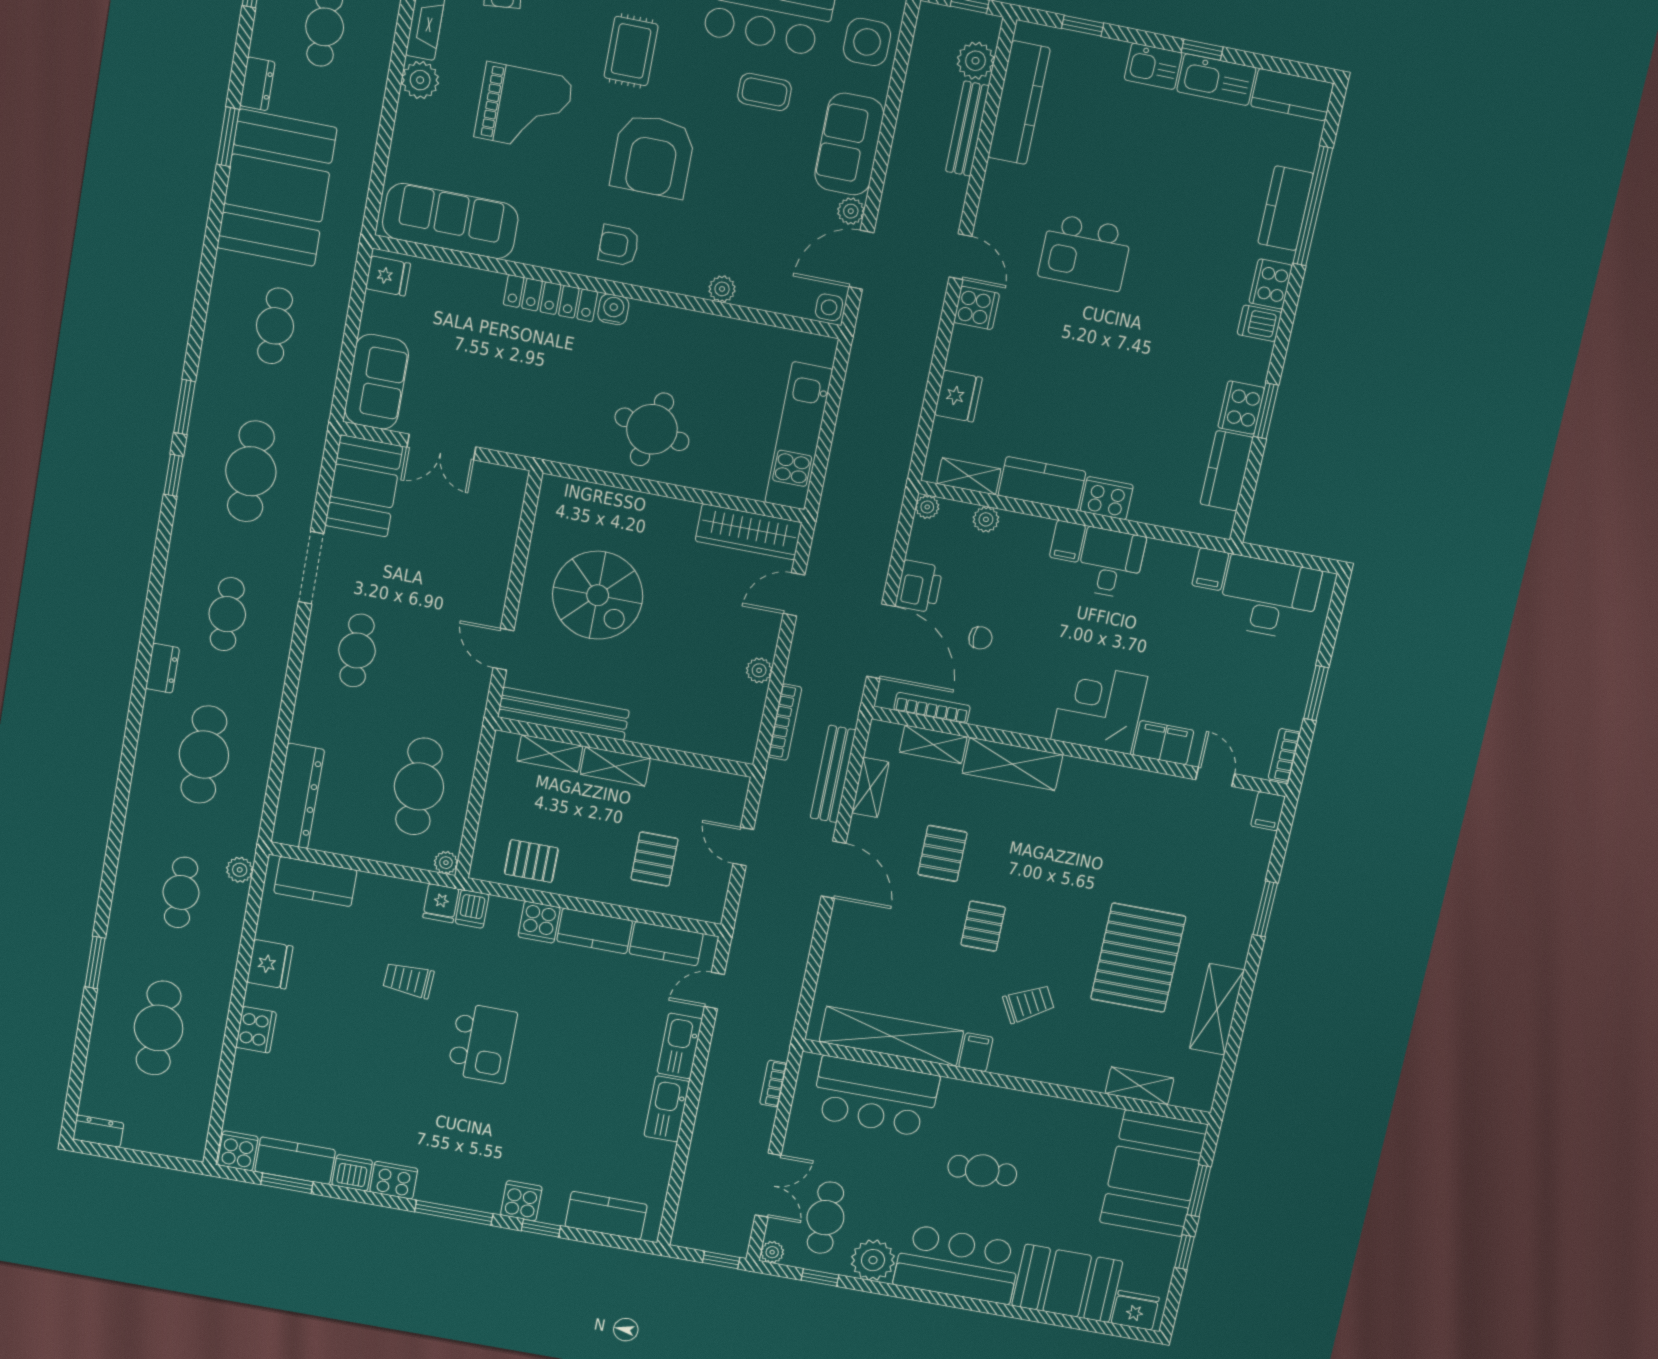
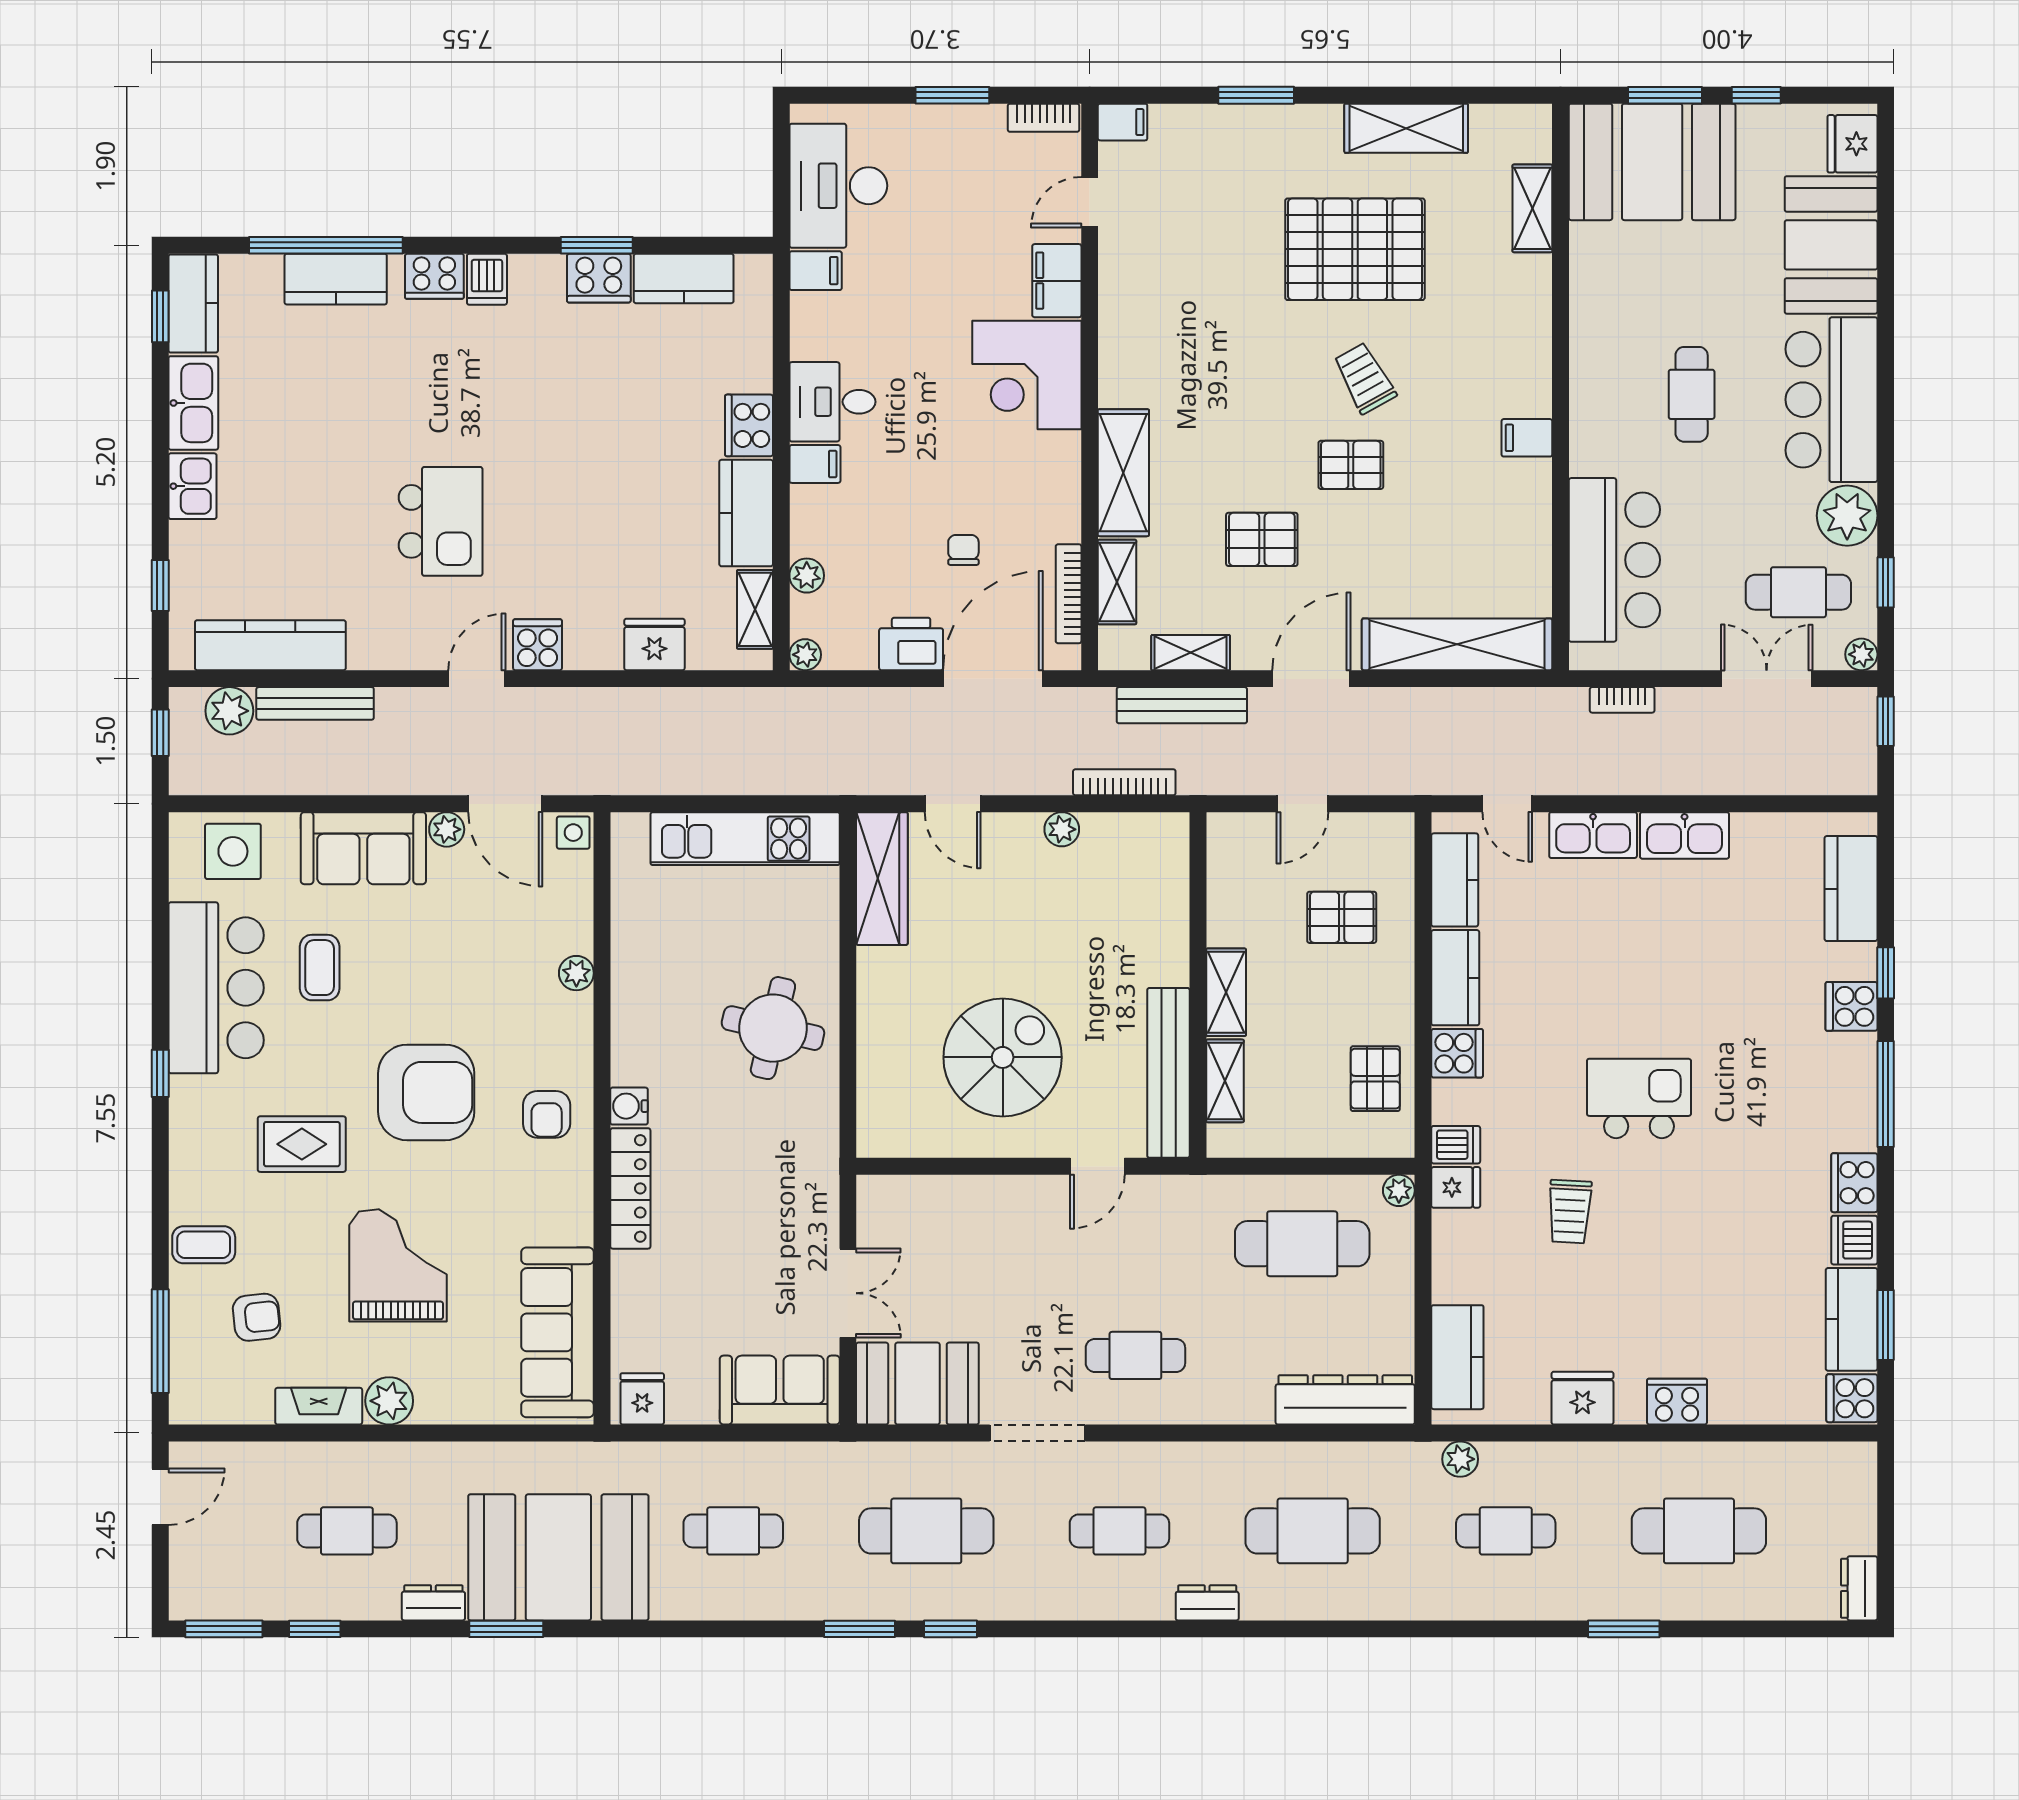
window: (1202, 50) -> (160, 316), moved
trolley: (1029, 1004) -> (1365, 378), moved
shelving: (891, 1036) -> (1457, 644), moved, turned 90

